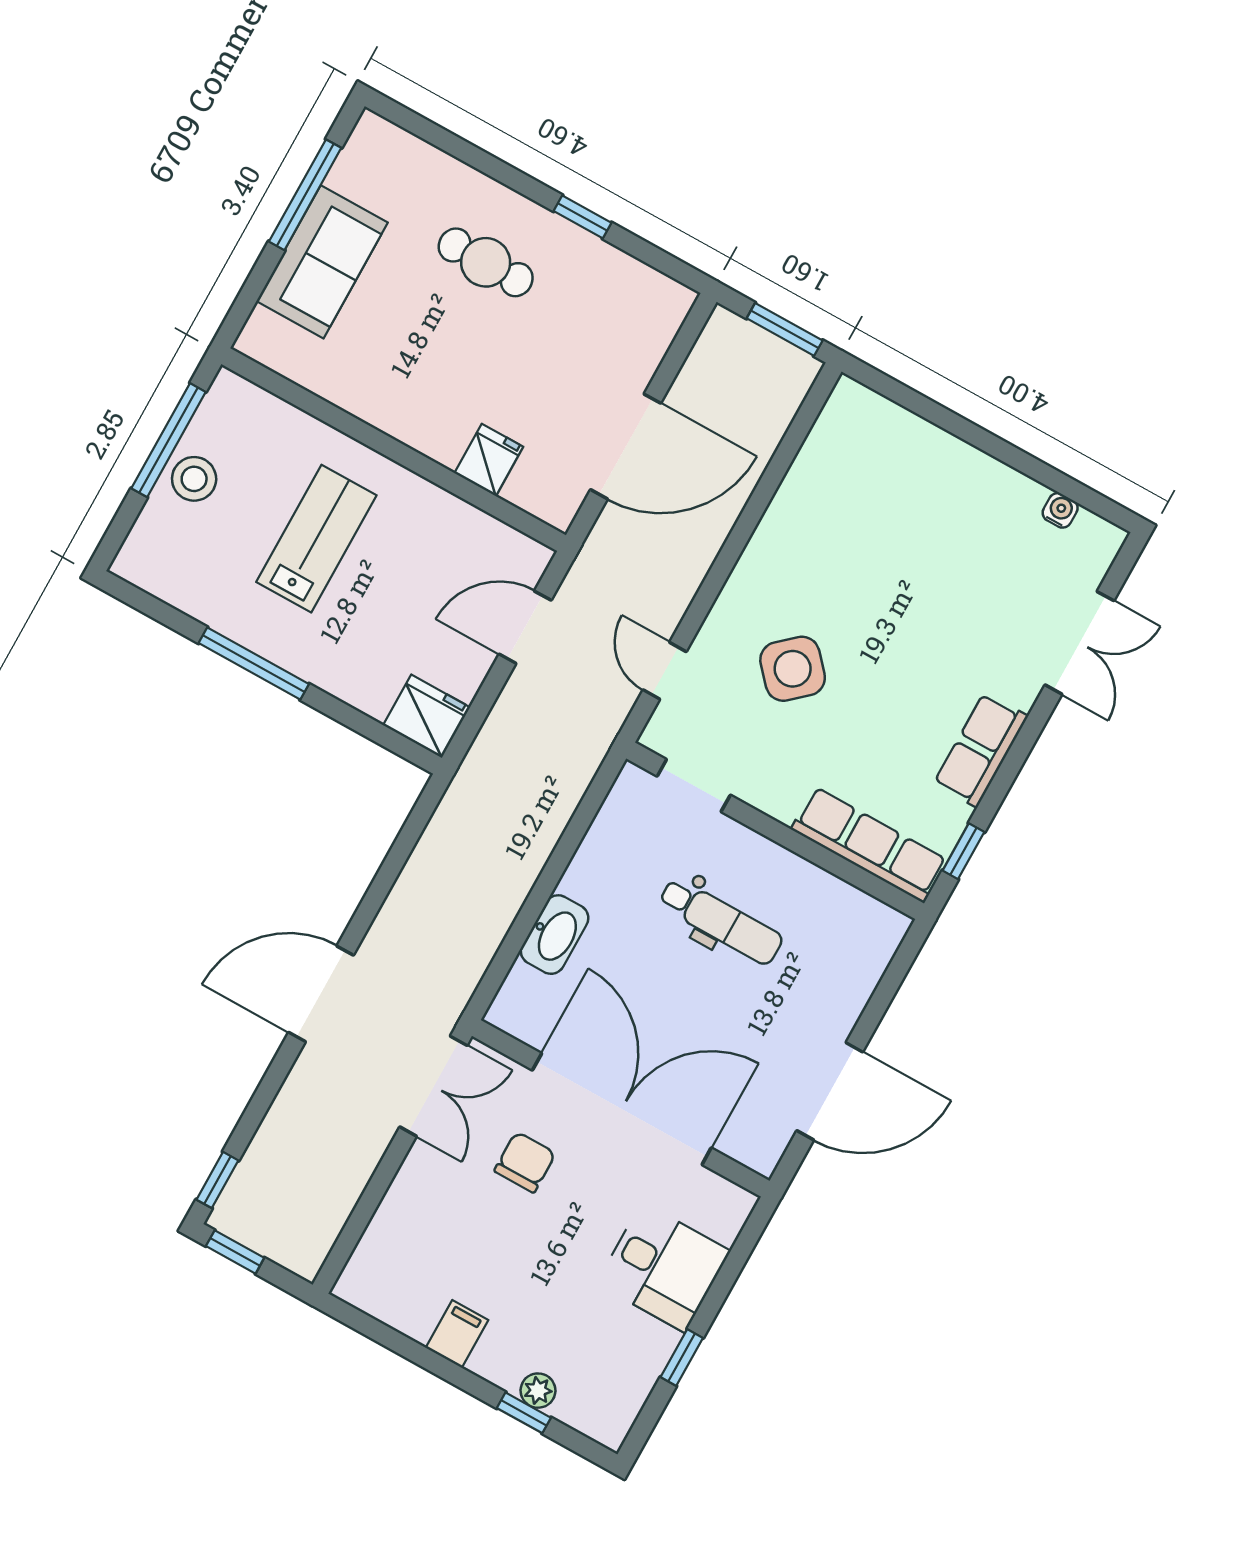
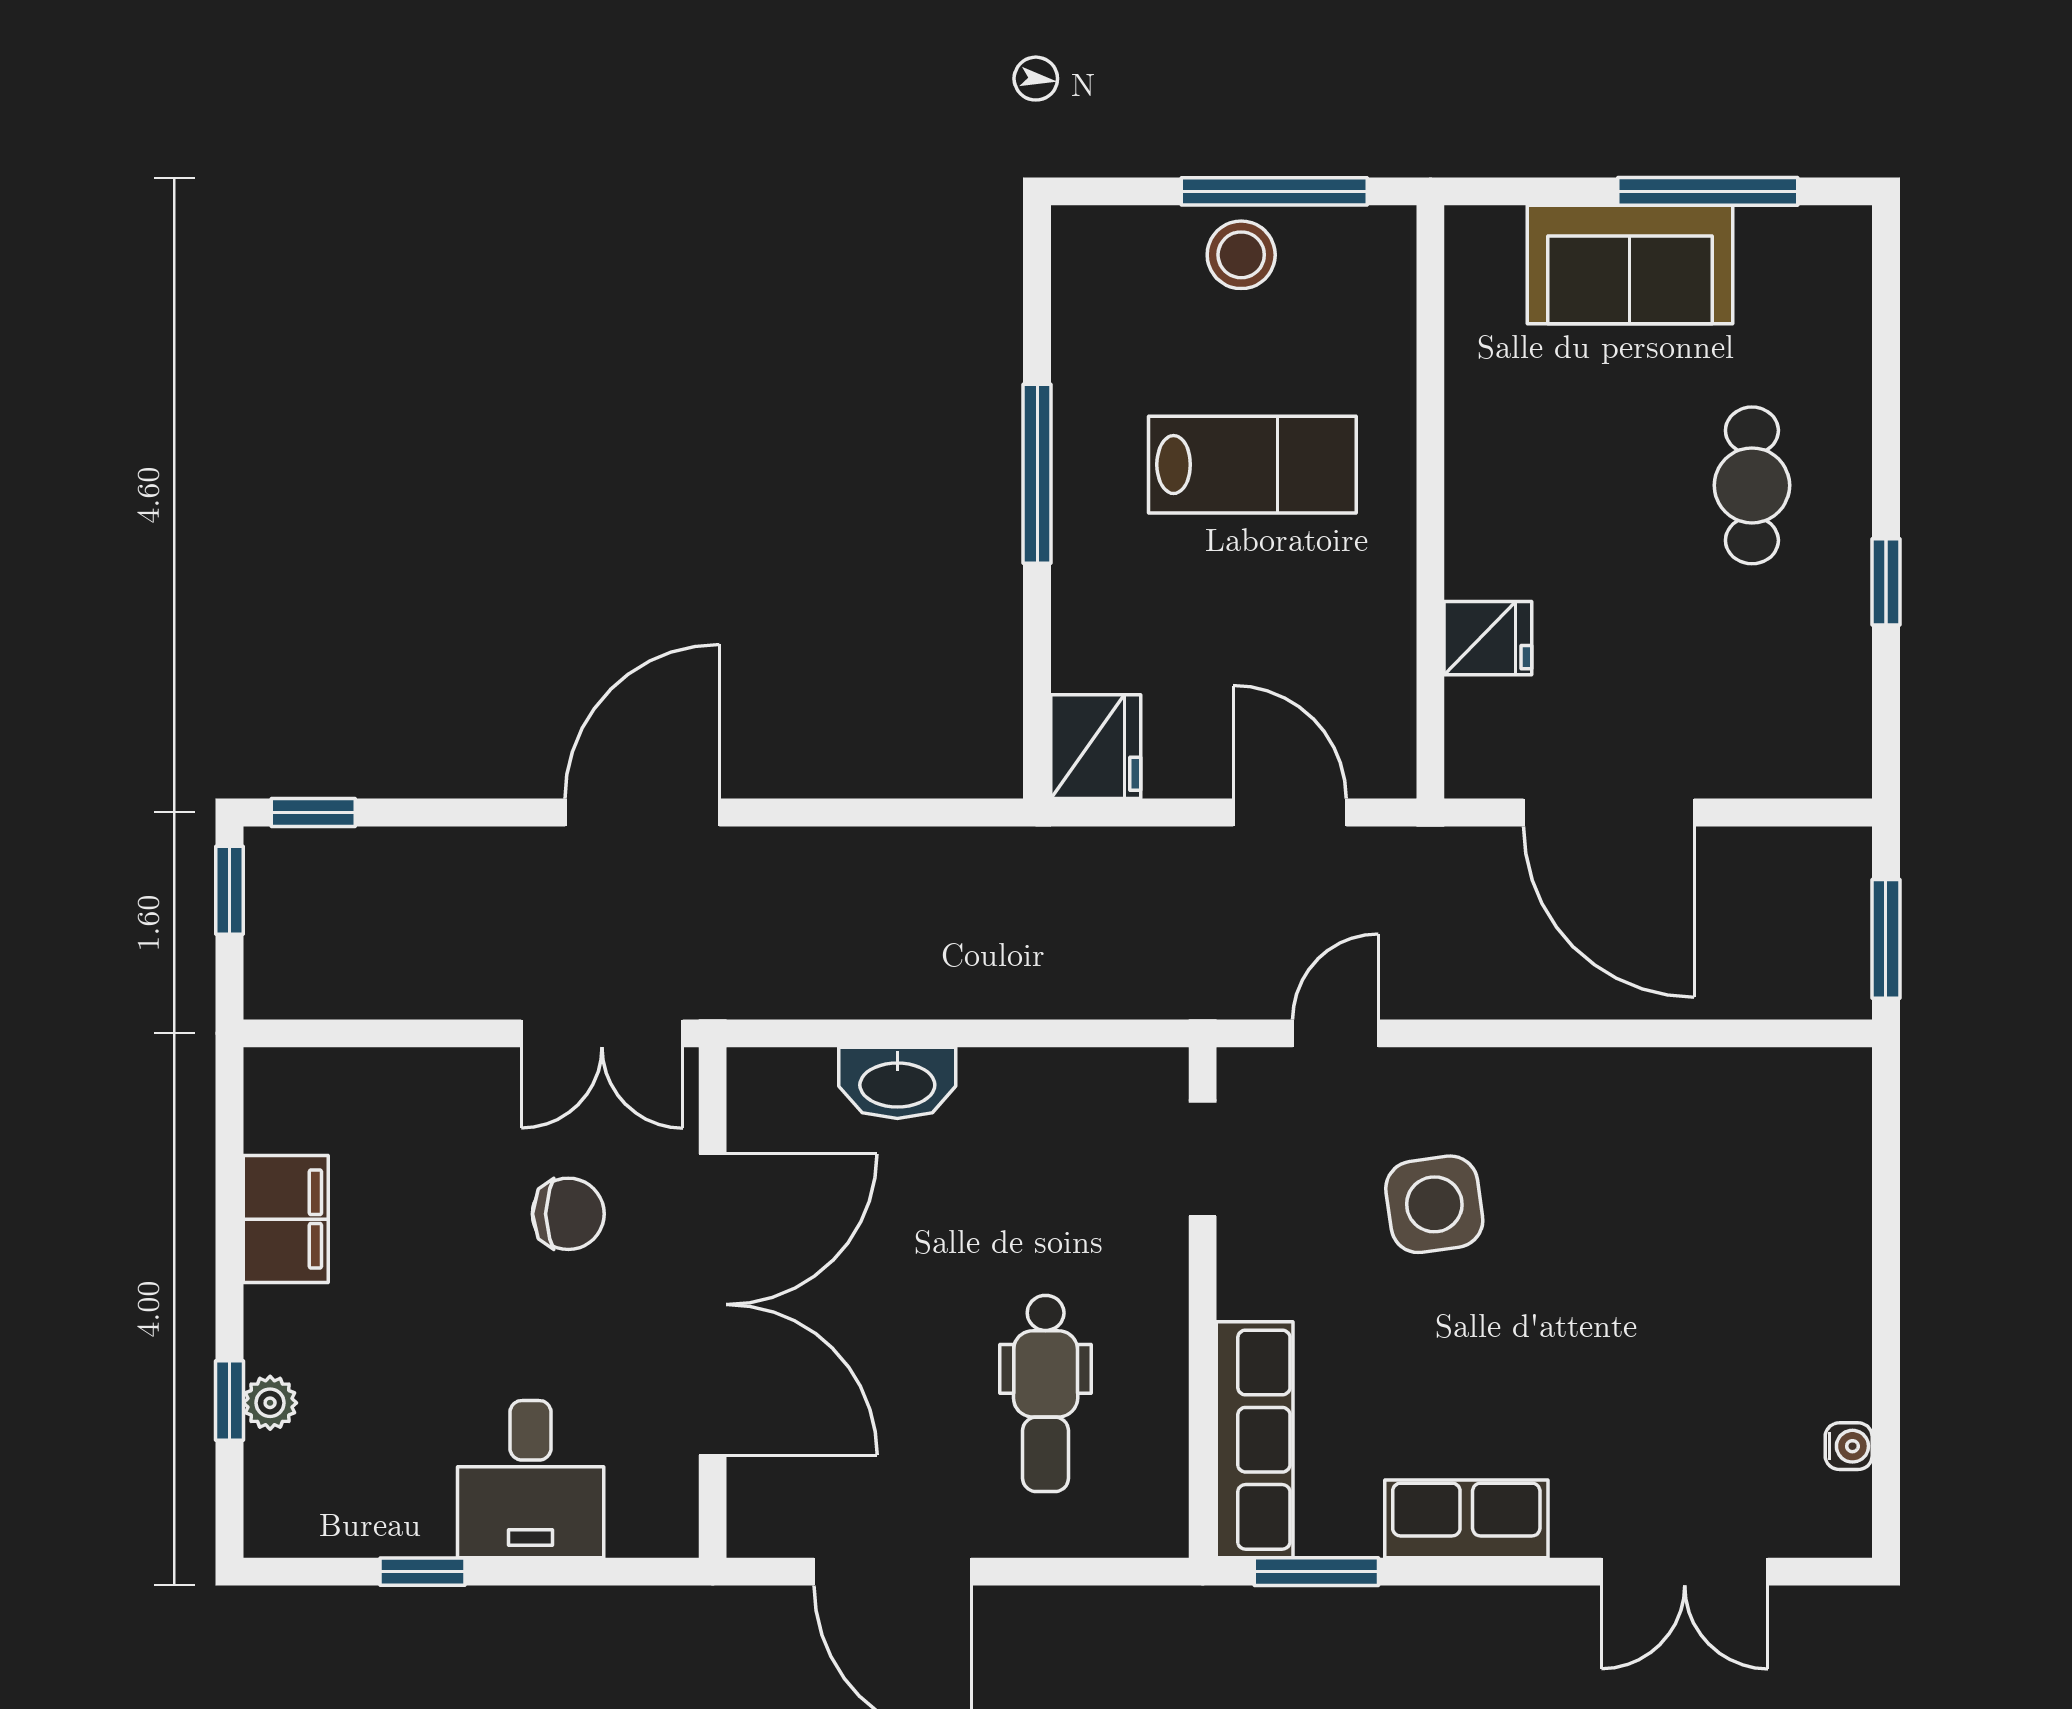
side table: (793, 669) -> (1434, 1204), turned 34
window: (963, 851) -> (1316, 1572), width x1.50
dental chair: (721, 921) -> (1046, 1393), moved
door: (321, 994) -> (642, 812), hinge flipped
filing cabinet: (457, 1334) -> (286, 1219), width x2.00

